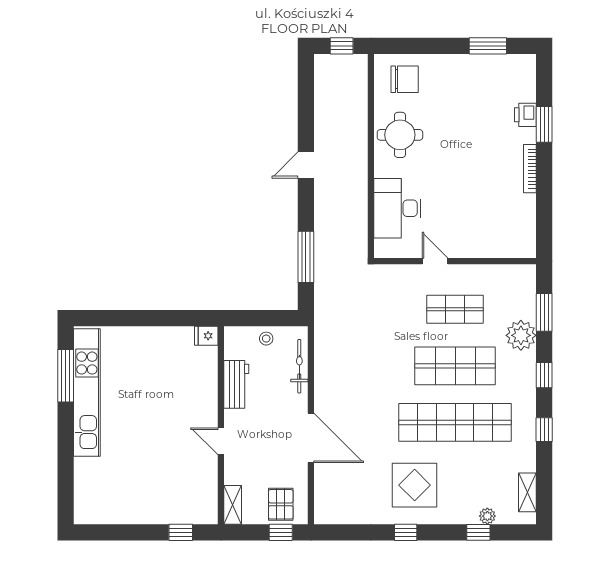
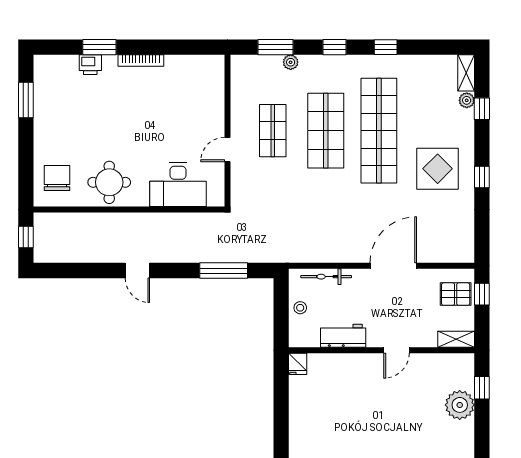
plant: (521, 335) -> (291, 62), width x0.53, depth x0.53
shelving: (527, 492) -> (466, 73), moved, turned 90
plant: (162, 509) -> (460, 405), added

